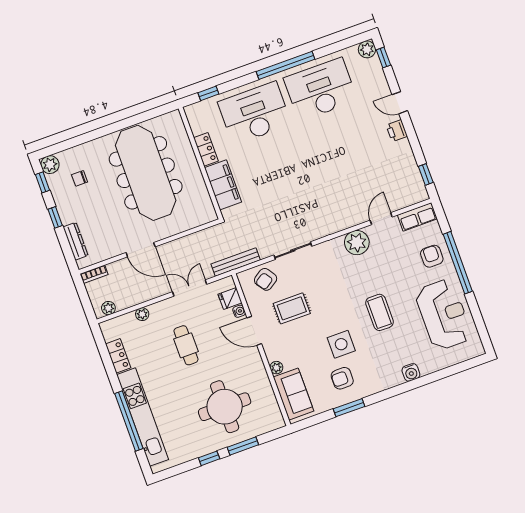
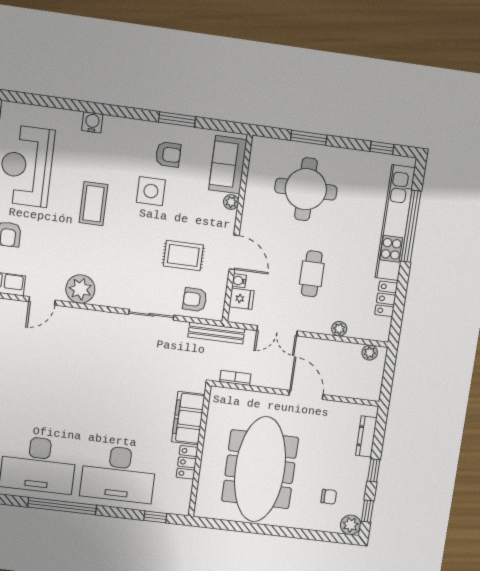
bookcase: (94, 274) -> (235, 378), moved
armchair: (266, 279) -> (195, 300), turned -145
window: (209, 458) -> (382, 148), moved

